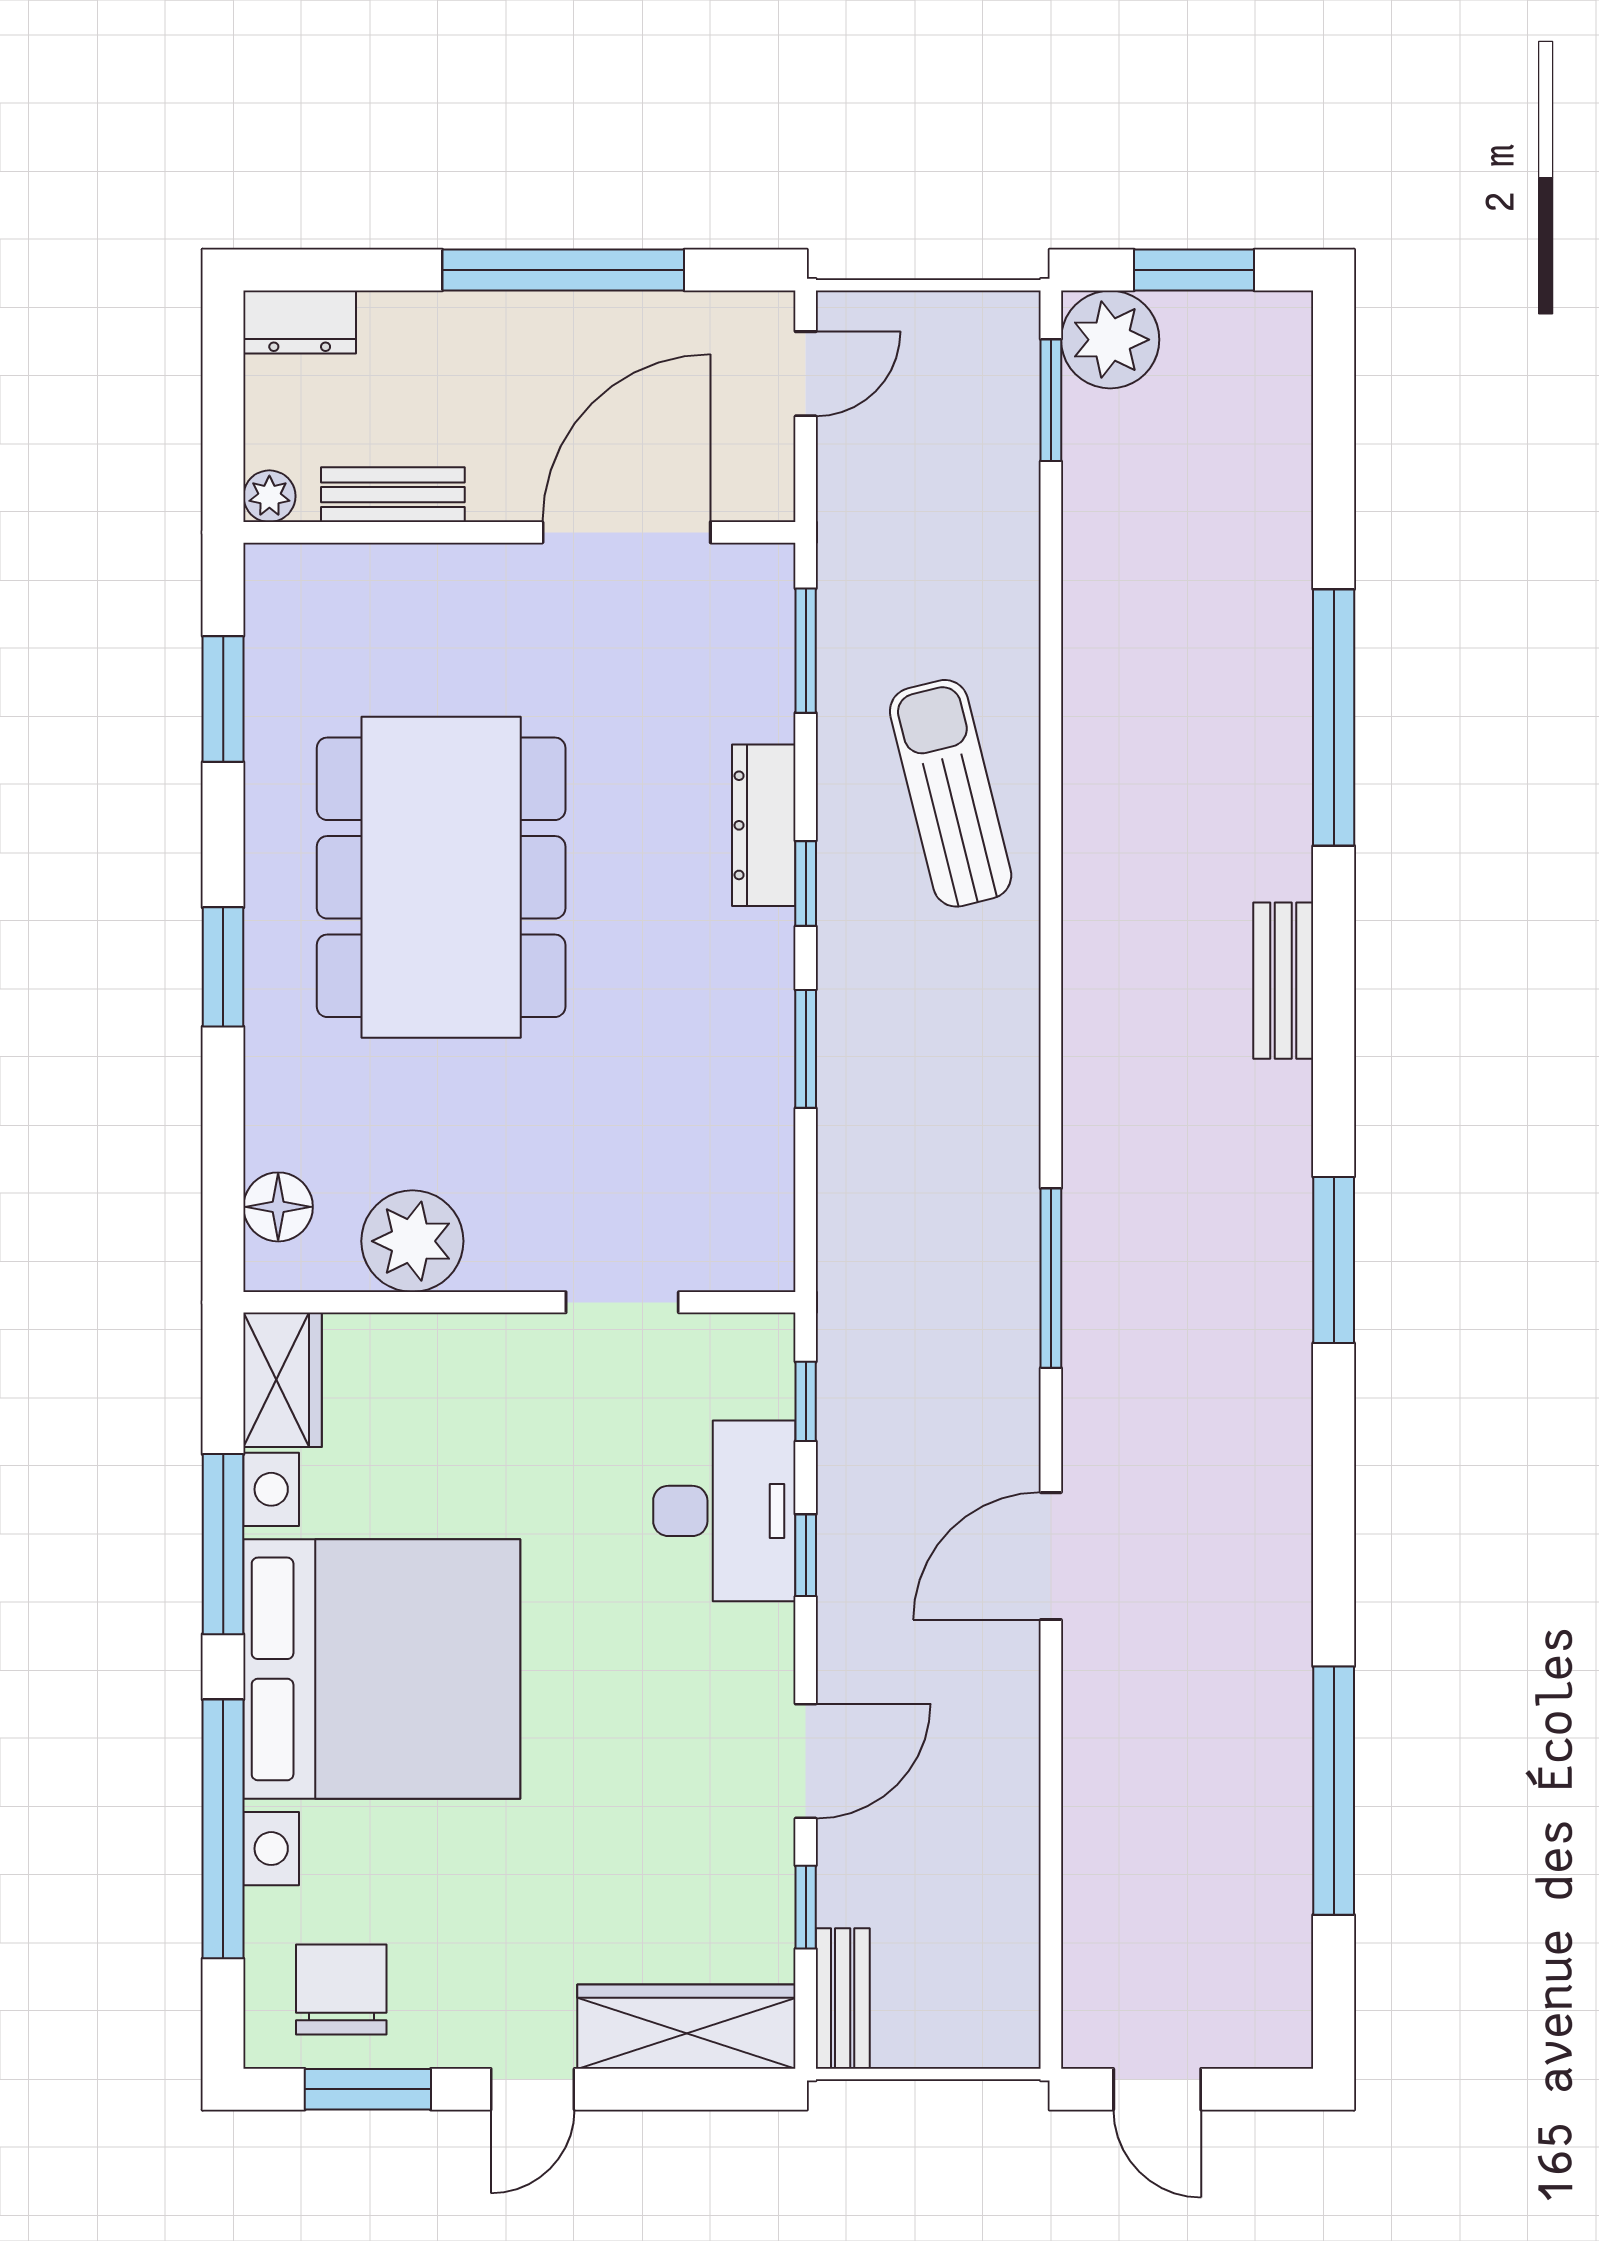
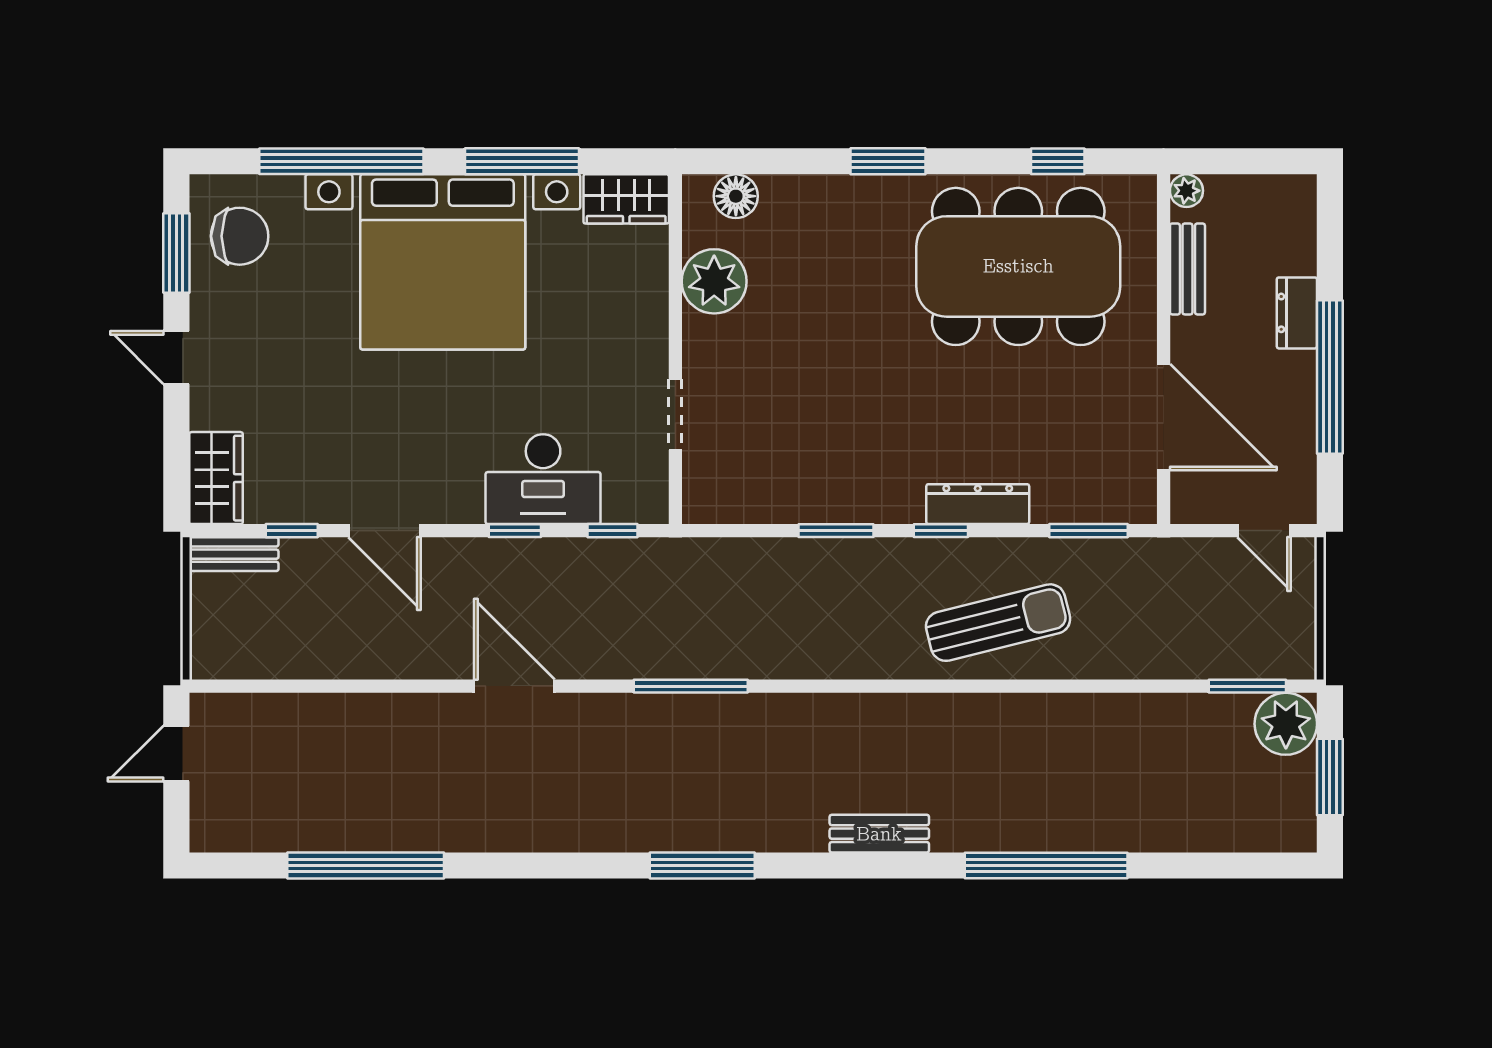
dresser: (300, 322) -> (1297, 313), moved
window: (223, 699) -> (1058, 161), width x0.67
dining table: (441, 877) -> (1018, 266), moved
wardrobe: (686, 2027) -> (216, 478), width x0.67

